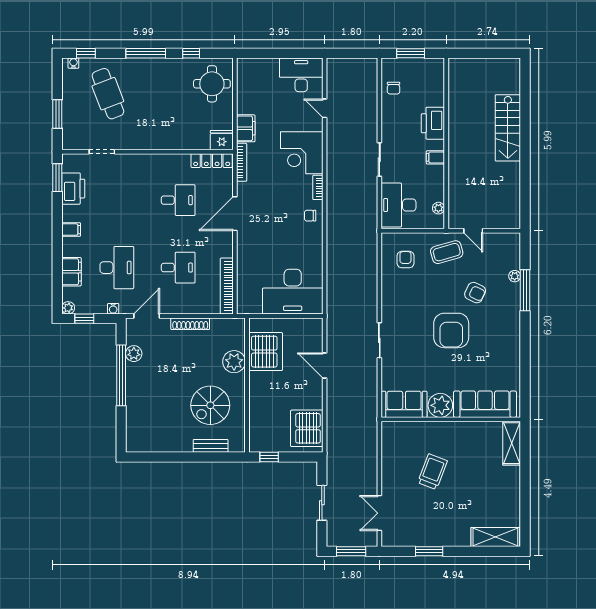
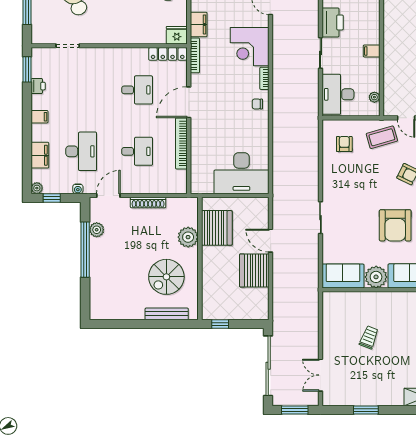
printer: (433, 123) -> (333, 22), moved, turned 180
printer: (73, 189) -> (38, 86), width x0.53, depth x0.68
bookcase: (227, 286) -> (181, 143), moved
armchair: (451, 330) -> (395, 225), moved
server rack: (307, 428) -> (254, 271), moved
bench: (211, 446) -> (167, 314), width x1.36
trolley: (433, 472) -> (369, 337), width x0.73, depth x0.72
sliding door: (322, 503) -> (268, 366), width x1.86

